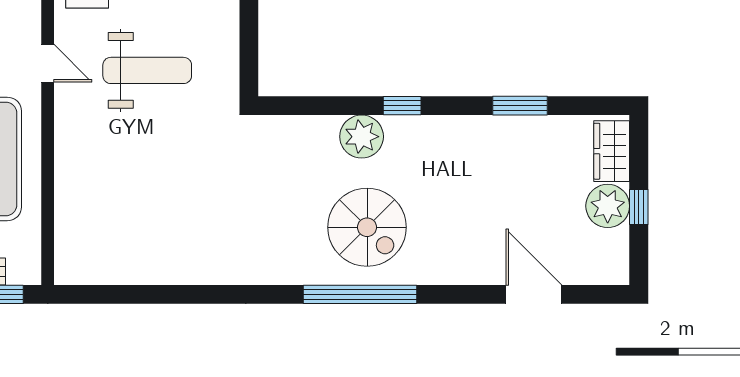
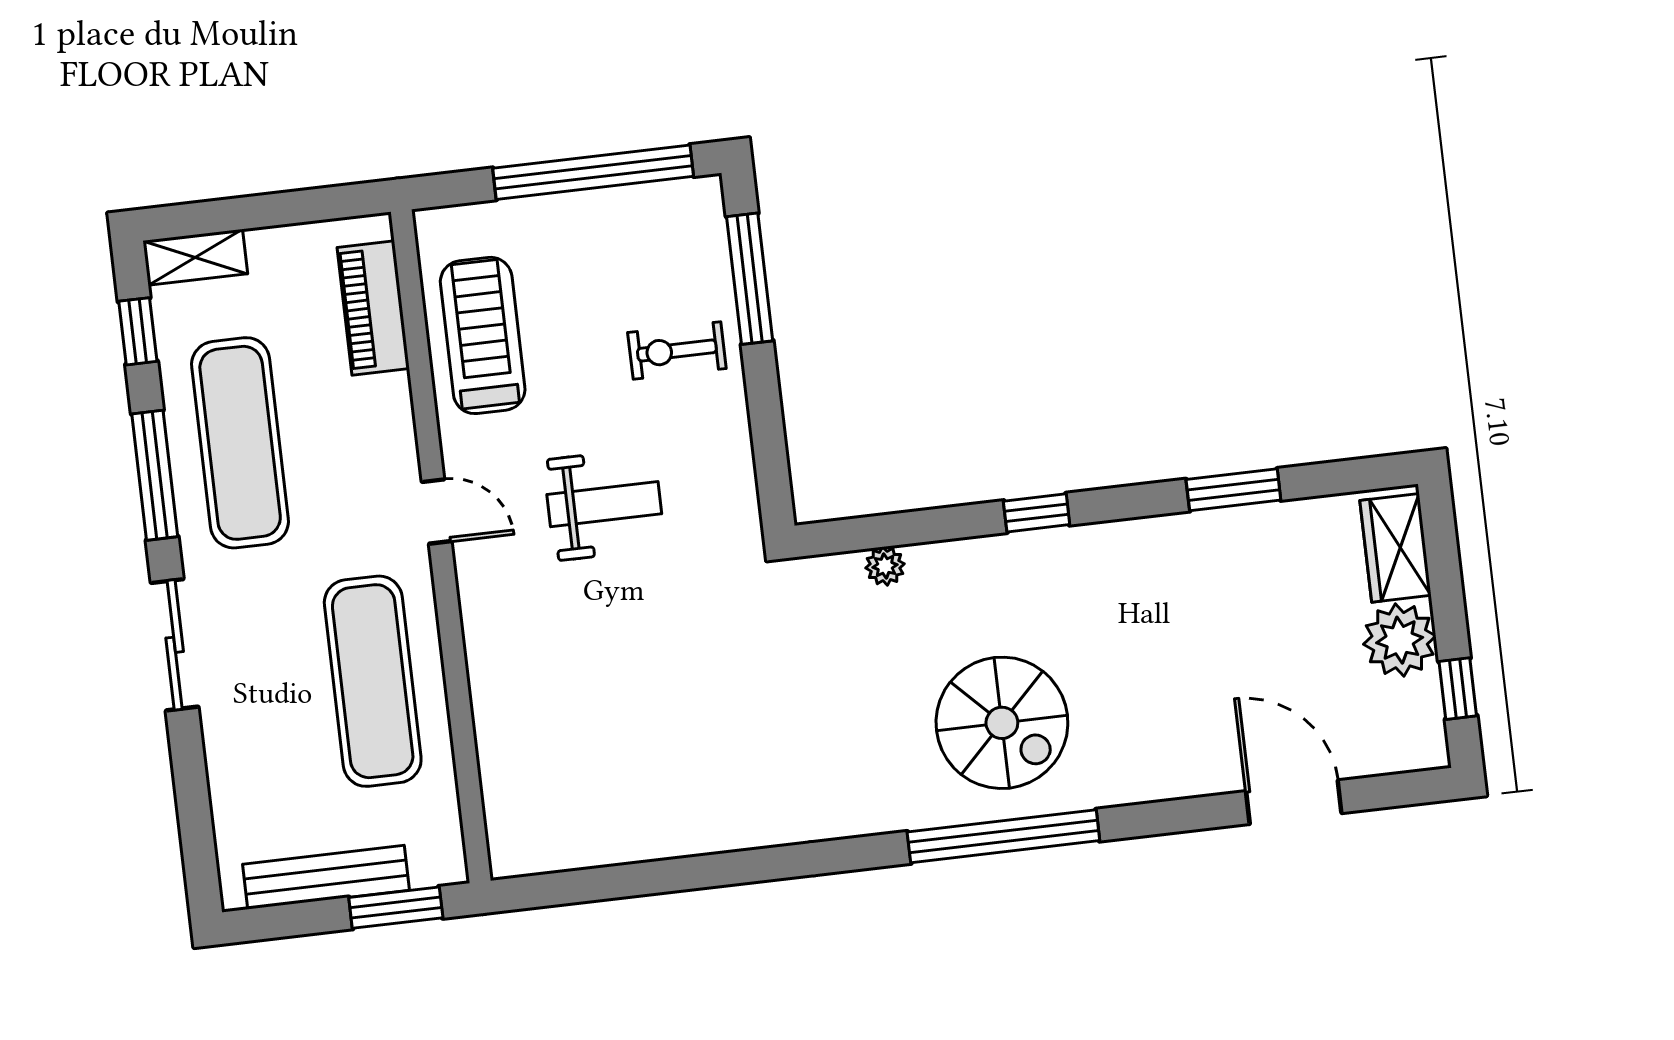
weight bench: (147, 70) -> (604, 504), width x0.73, depth x0.75
plant: (362, 137) -> (885, 566), moved, width x0.53, depth x0.53
window: (639, 207) -> (1458, 689), moved

